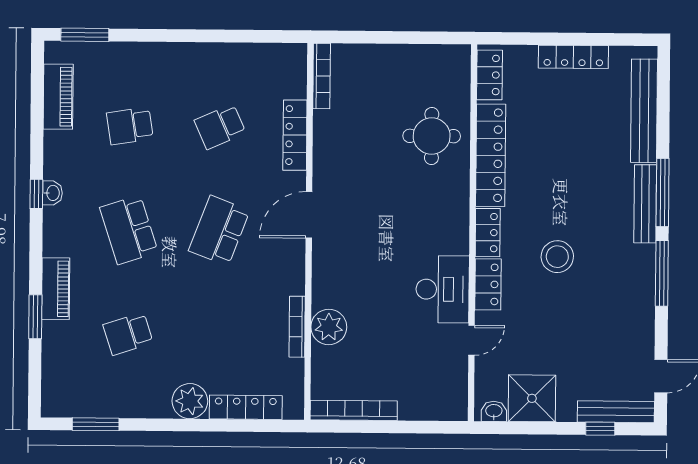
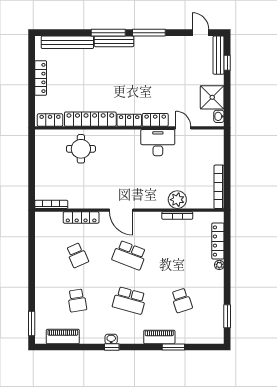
school desk: (129, 230) -> (129, 300), turned 33
stool: (557, 257) -> (141, 85), removed
plant: (190, 401) -> (219, 265), width x0.53, depth x0.53

